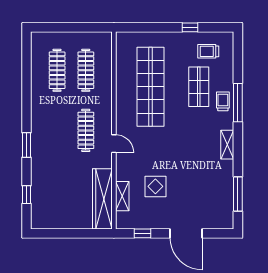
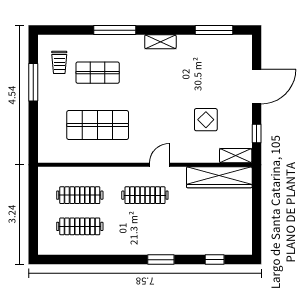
window: (190, 27) -> (33, 82), width x2.17
shop shelf: (150, 87) -> (98, 125), width x0.71
trolley: (223, 101) -> (113, 46), removed
shelving: (122, 196) -> (236, 156), moved

